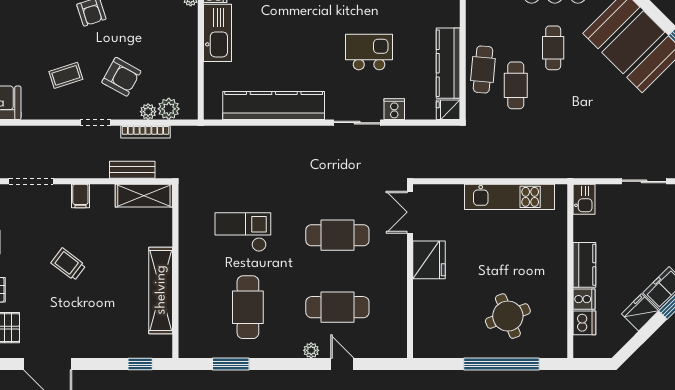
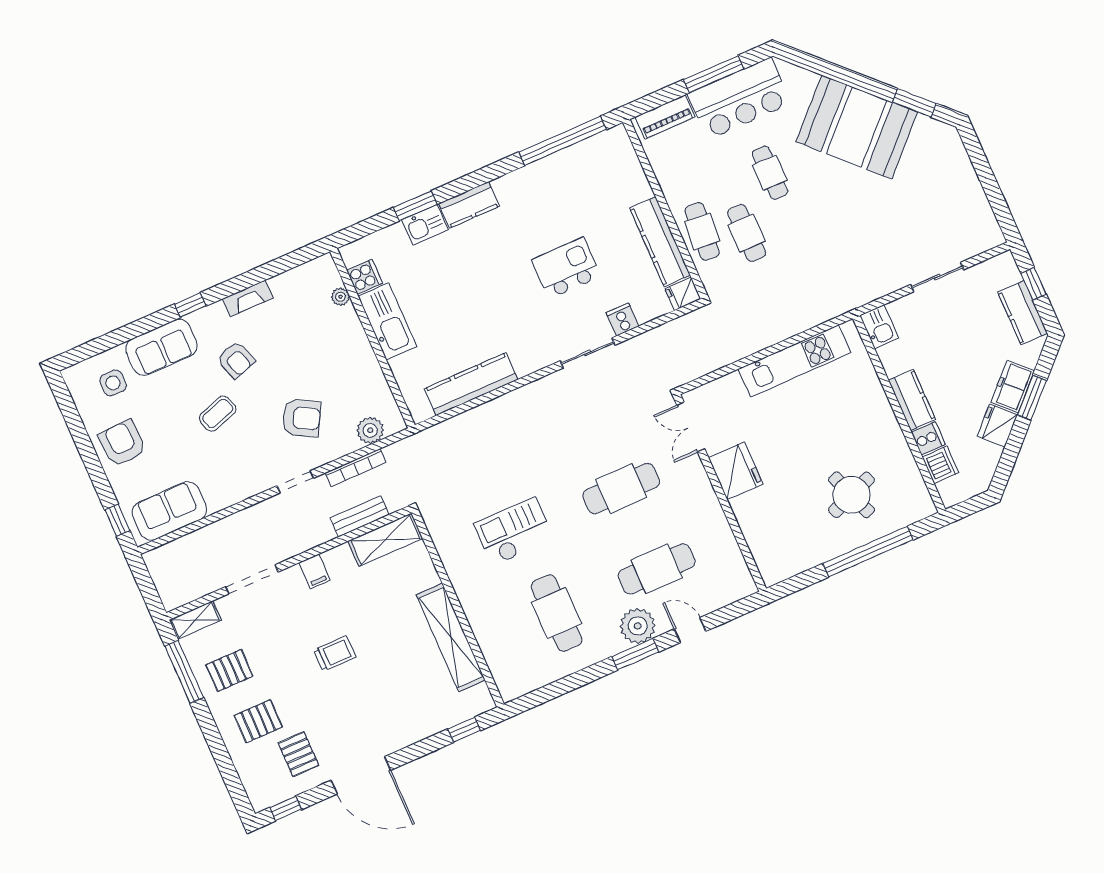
coffee table: (66, 75) -> (218, 414), moved
kitchen counter: (274, 106) -> (471, 384), width x0.72, depth x0.86
plant: (148, 112) -> (349, 444), removed
trolley: (68, 264) -> (335, 654), turned 143
plant: (311, 350) -> (638, 626), width x1.88, depth x1.88
window: (231, 364) -> (635, 654), moved

